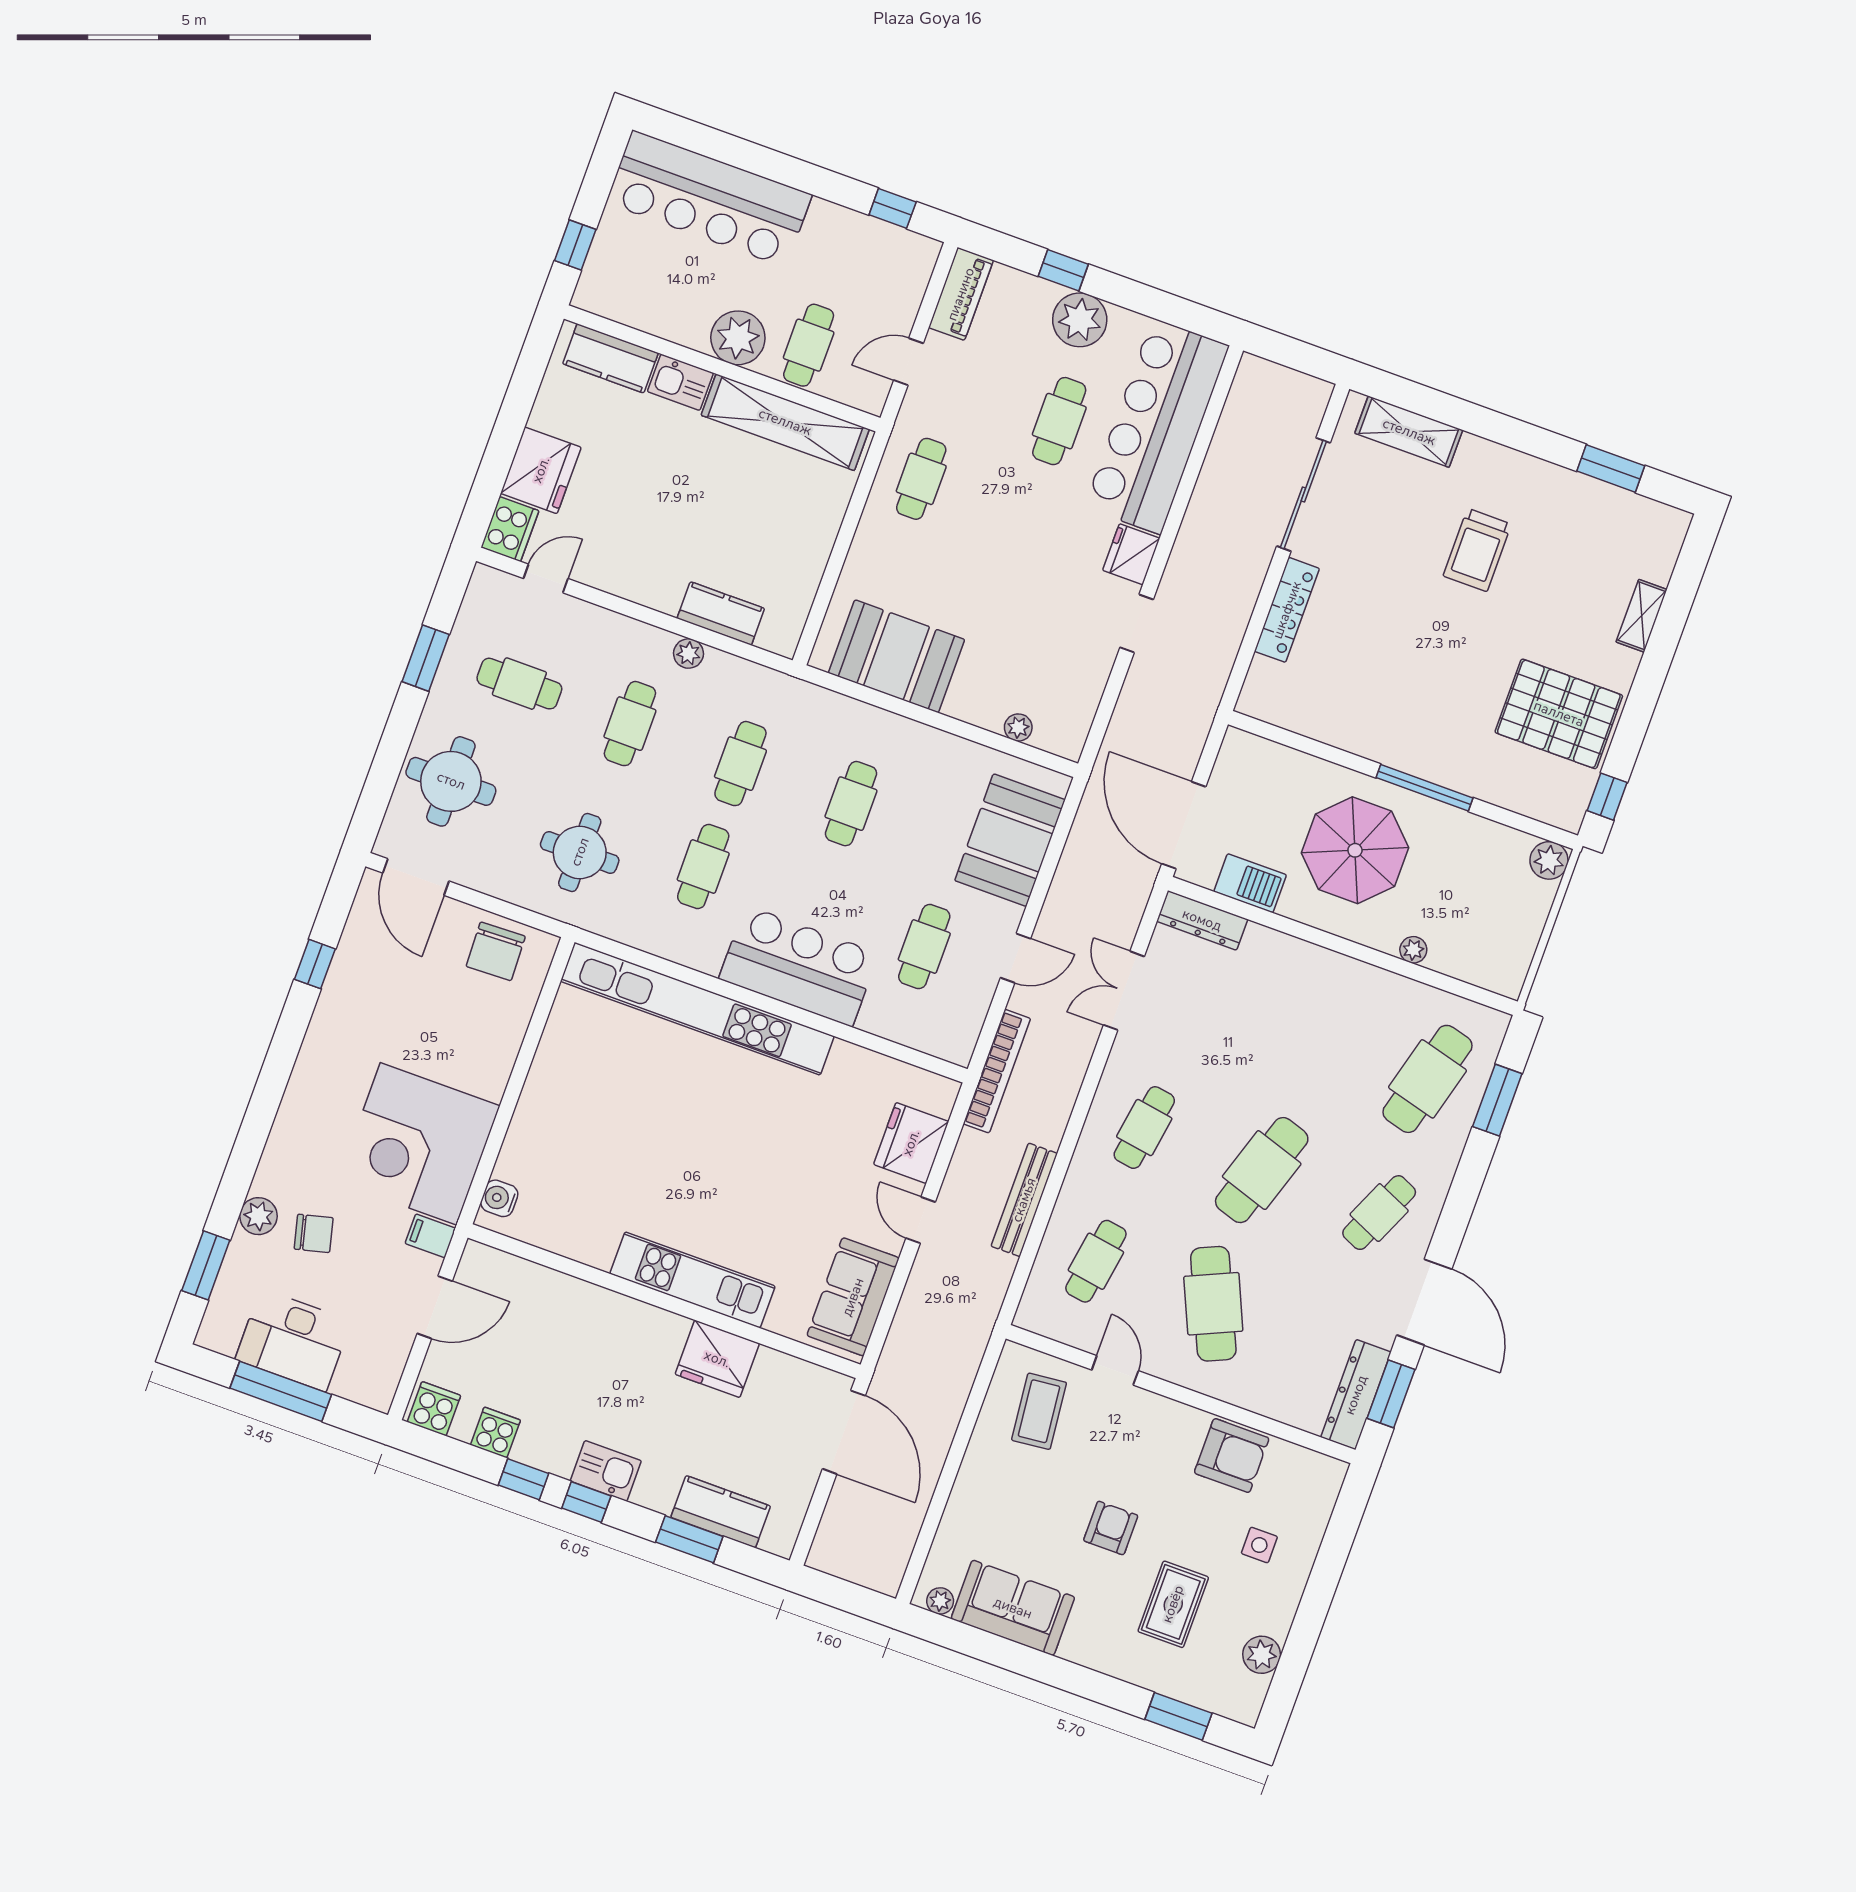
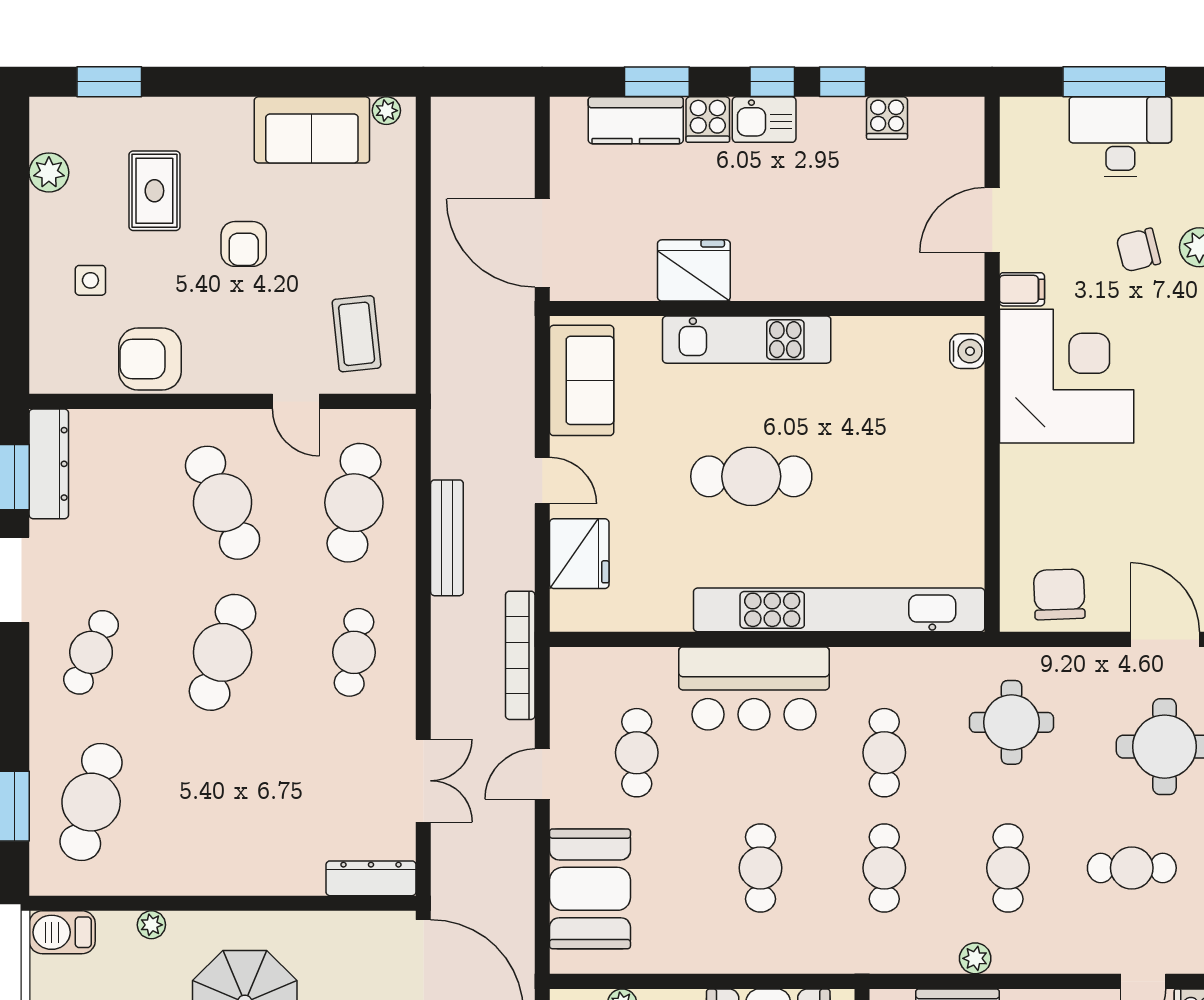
barbecue: (1250, 883) -> (62, 932), moved
cafe table: (733, 1156) -> (751, 476), added
cafe table: (1096, 1261) -> (354, 503), width x1.37, depth x1.35
cooker: (434, 1409) -> (708, 119), moved

